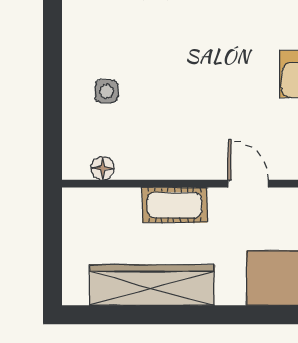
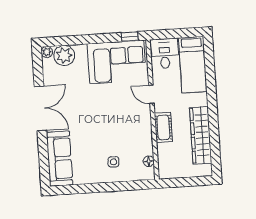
door: (248, 184) -> (151, 94), hinge flipped

